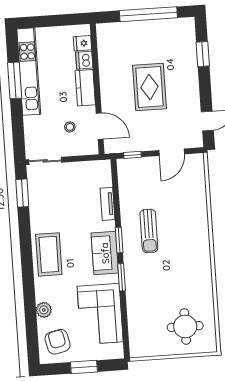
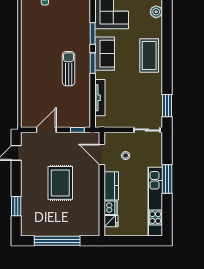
window: (15, 80) -> (167, 179), moved
tv unit: (107, 204) -> (100, 98), width x1.41

